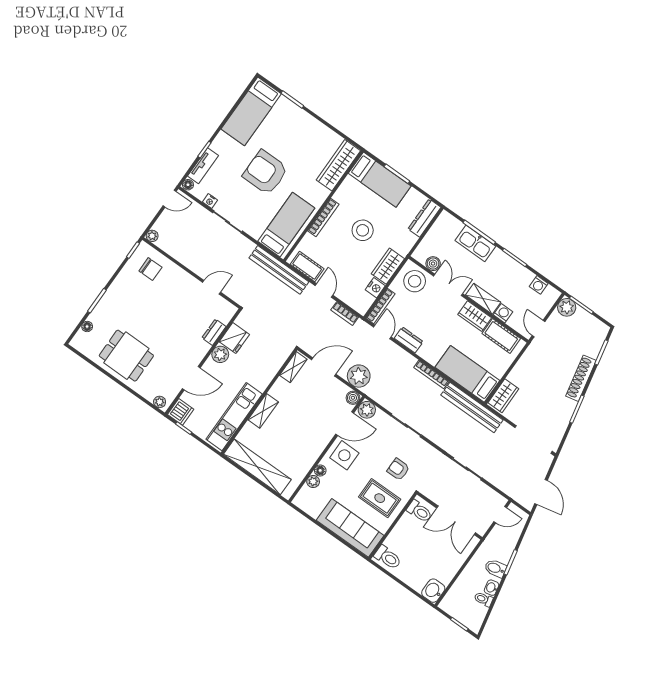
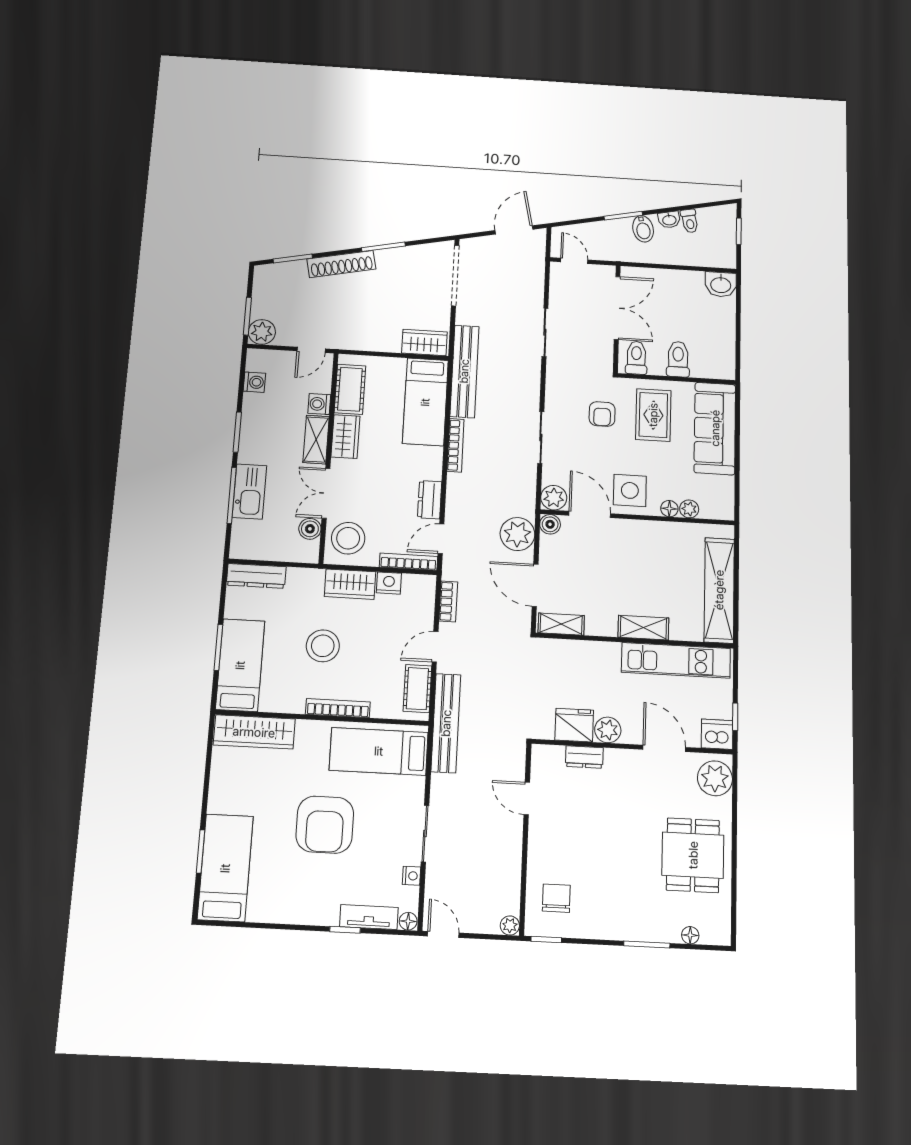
bed: (251, 111) -> (225, 868), moved, turned -90
plant: (160, 402) -> (715, 778), width x1.88, depth x1.88
toilet: (388, 557) -> (678, 359), moved

